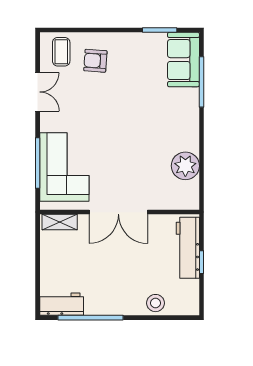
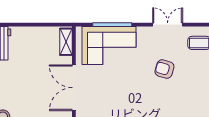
armchair: (95, 61) -> (164, 69), moved, turned -78
double door: (38, 92) -> (168, 25), swing flipped

